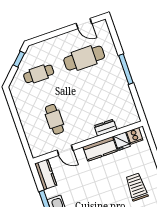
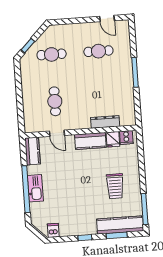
cafe table: (84, 58) -> (98, 51), width x0.73, depth x0.74
window: (19, 59) -> (28, 46), moved
dresser: (105, 128) -> (105, 122), width x1.44
trolley: (137, 187) -> (115, 186), turned 180

